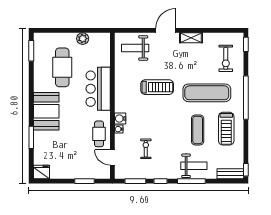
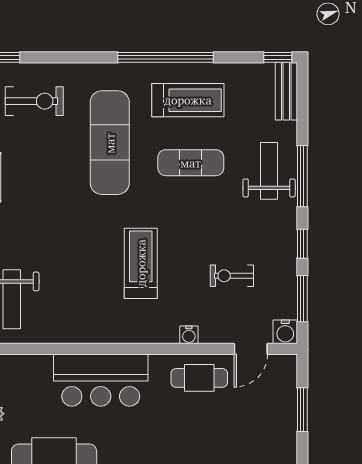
treadmill: (157, 87) -> (141, 263), moved
window: (246, 98) -> (166, 57), moved
water cooler: (120, 119) -> (285, 332), moved

